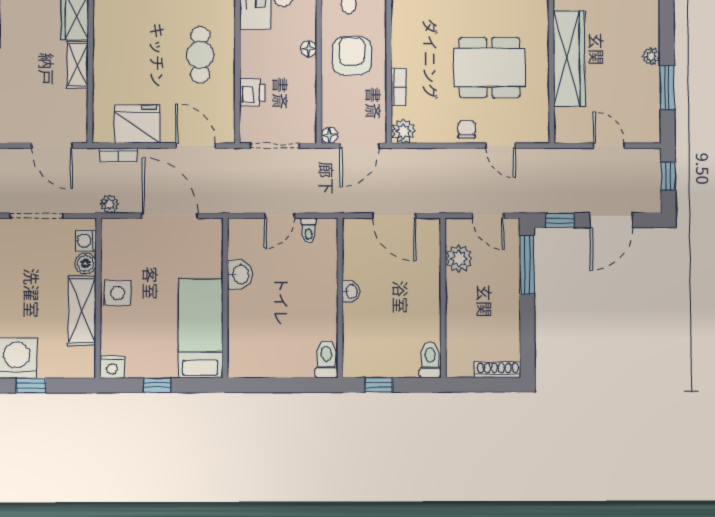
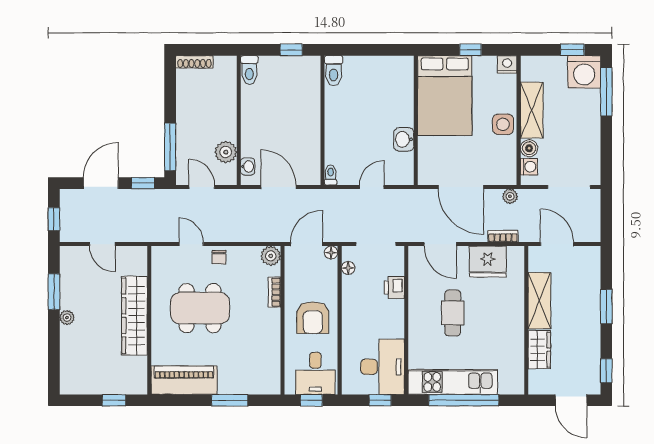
floor lamp: (309, 49) -> (348, 268), moved
cafe table: (200, 55) -> (453, 313), moved
shelving: (78, 65) -> (539, 301), width x1.50, depth x1.33
toilet: (309, 231) -> (331, 175), moved
washbasin: (351, 291) -> (248, 167), moved, turned 180
bed: (200, 328) -> (445, 96), width x1.50

